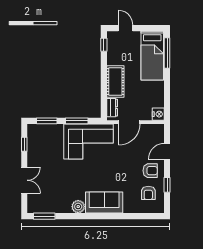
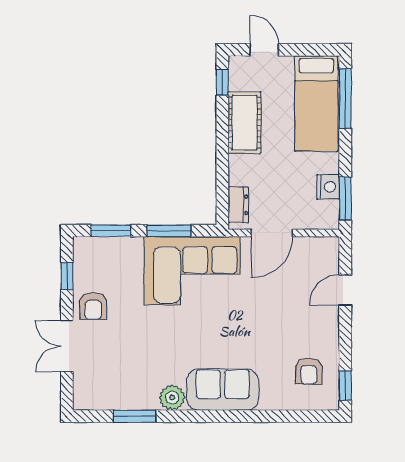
cot: (115, 82) -> (245, 123), moved
window: (167, 104) -> (345, 199), added
nightstand: (158, 114) -> (328, 187), moved
armchair: (150, 171) -> (93, 306), moved, turned 90
double door: (24, 180) -> (67, 346), swing flipped
window: (167, 185) -> (345, 386), moved
window: (44, 216) -> (134, 416), moved

